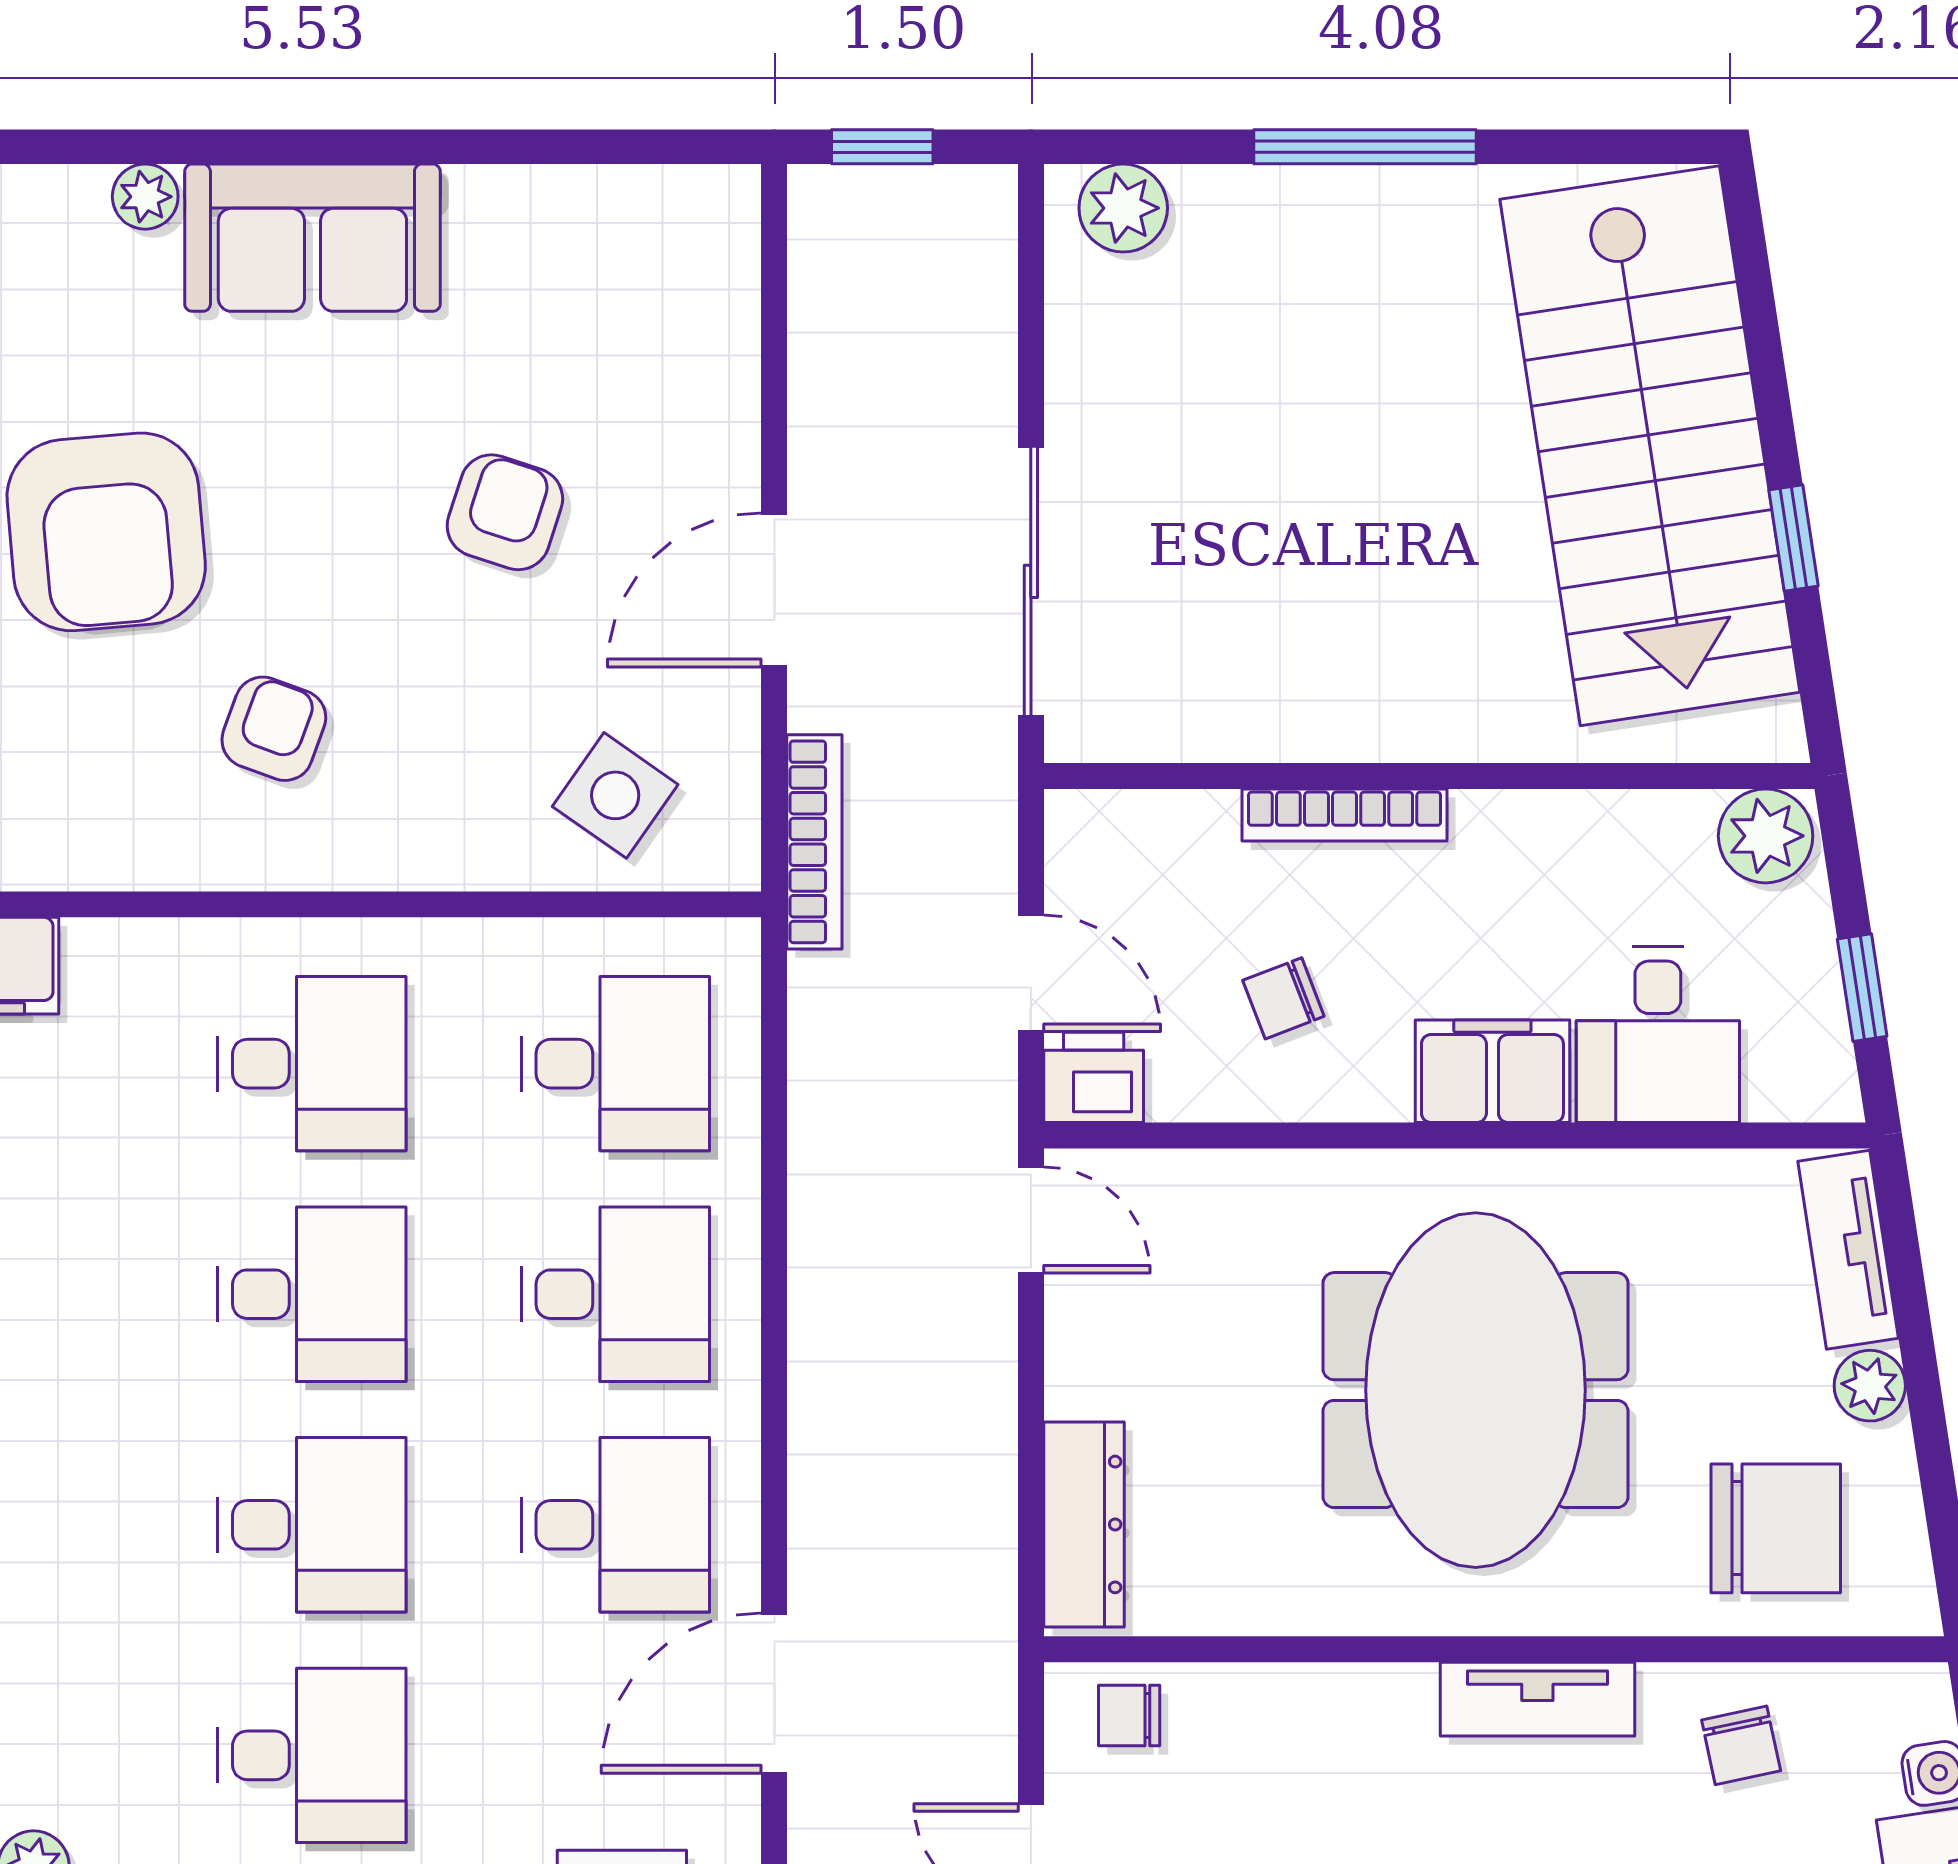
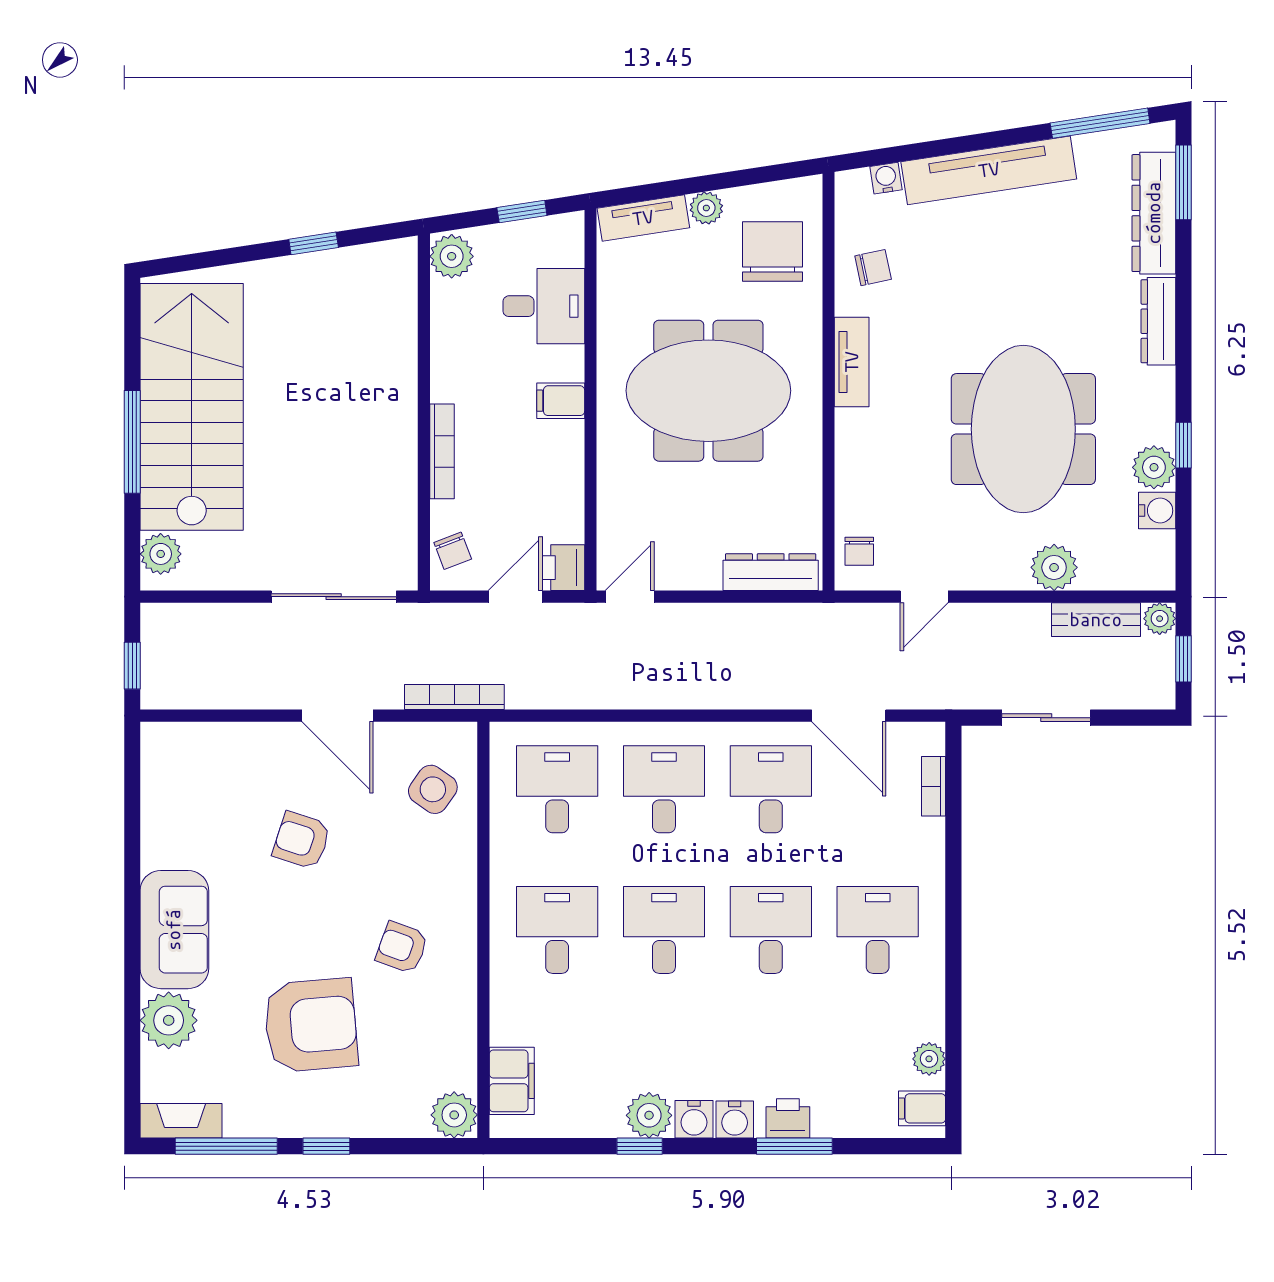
plant: (145, 197) -> (169, 1020), width x1.88, depth x1.88
stairs: (1650, 446) -> (192, 407), moved, turned -81
chair: (1283, 998) -> (453, 551), moved
filing cabinet: (1492, 1071) -> (561, 401), width x0.50

